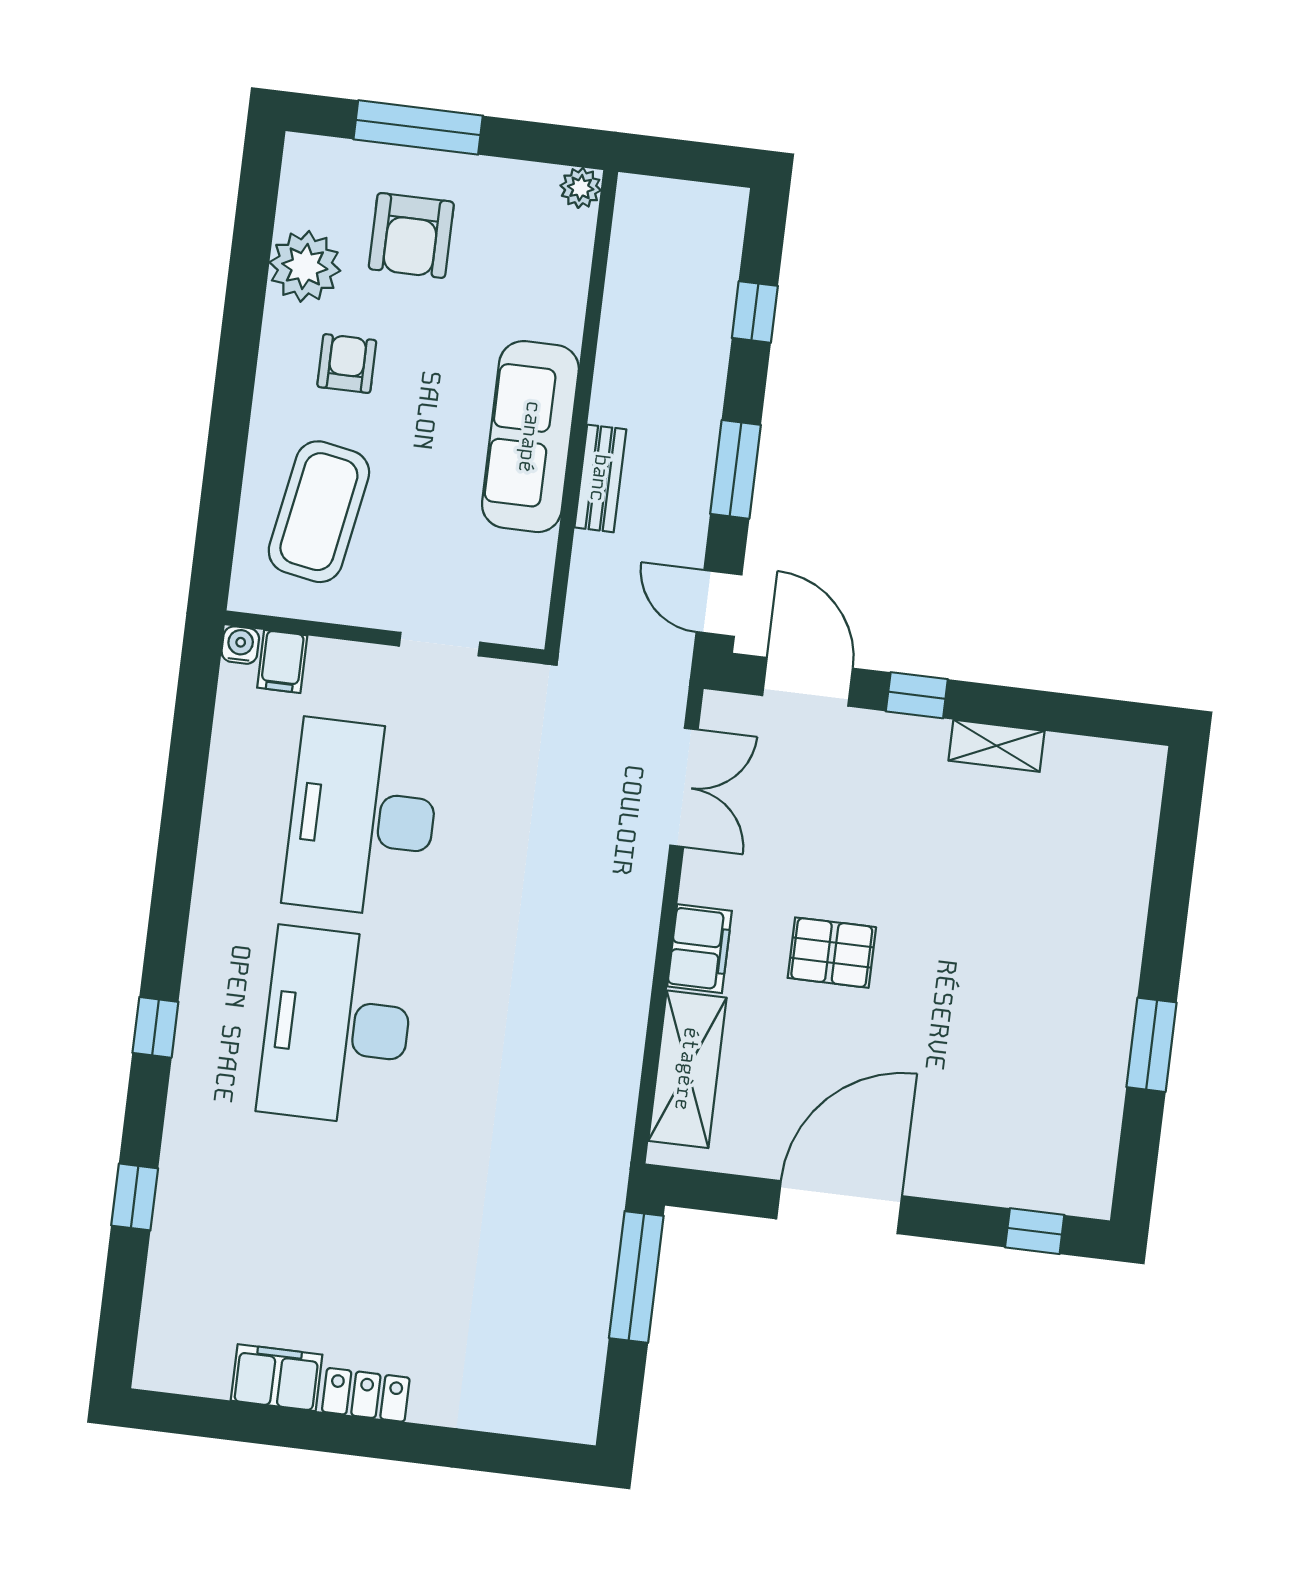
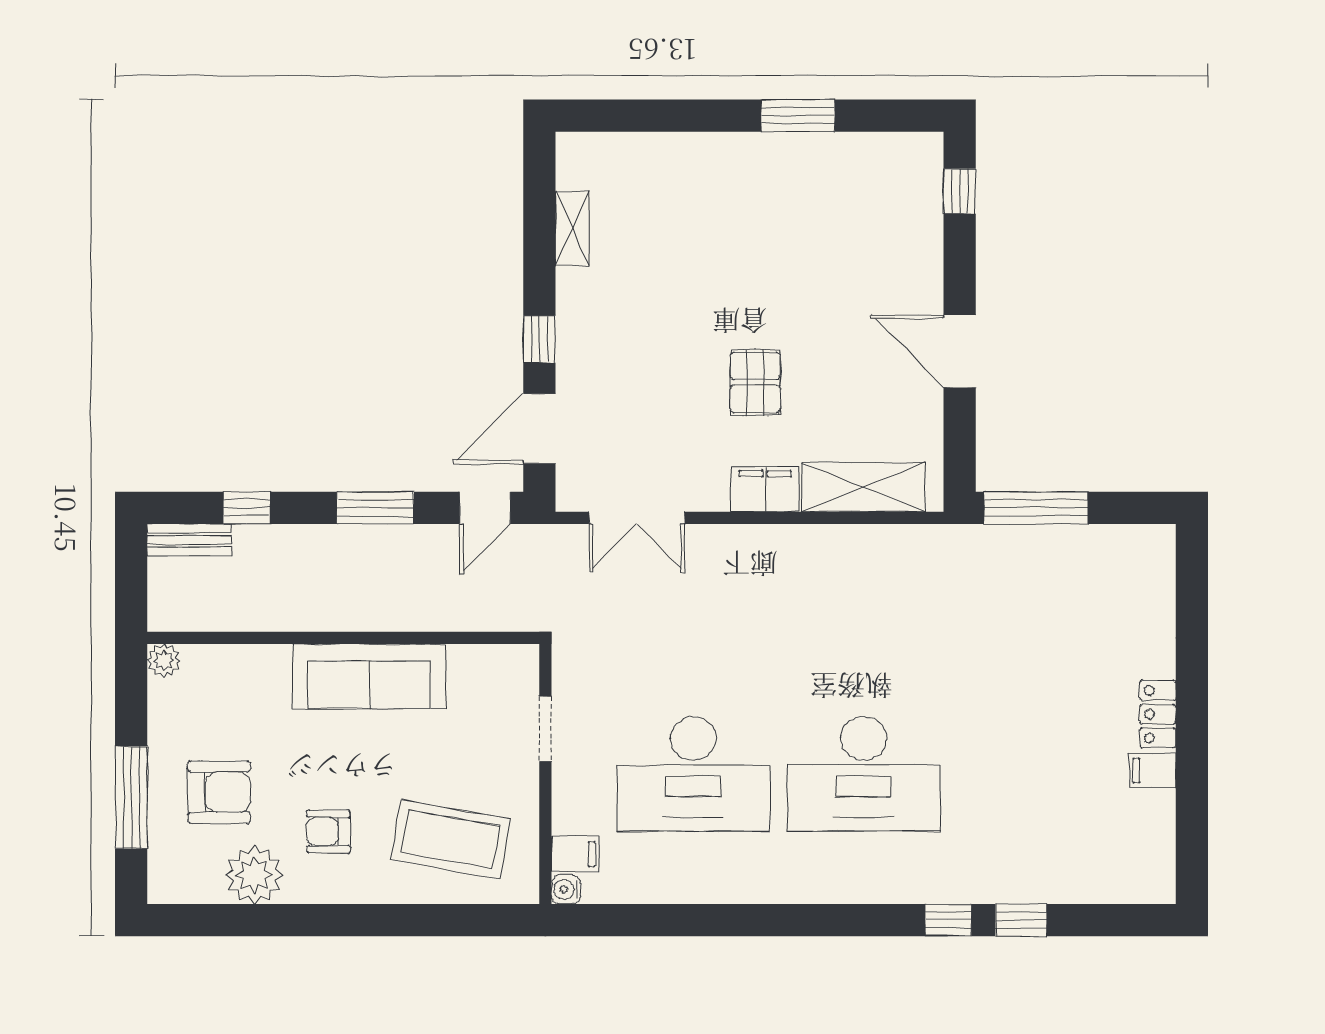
bench: (600, 478) -> (189, 540), moved
shelving: (997, 746) -> (572, 229), moved
double door: (684, 788) -> (637, 518), swing flipped
window: (155, 1027) -> (948, 920), moved
door: (839, 1207) -> (960, 351), width x0.73
filing cabinet: (277, 1378) -> (1153, 770), width x0.50

